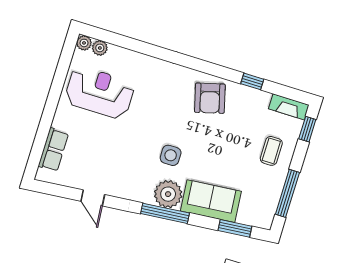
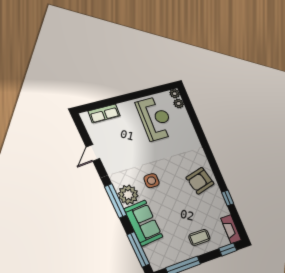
window: (235, 228) -> (138, 249), width x1.44

